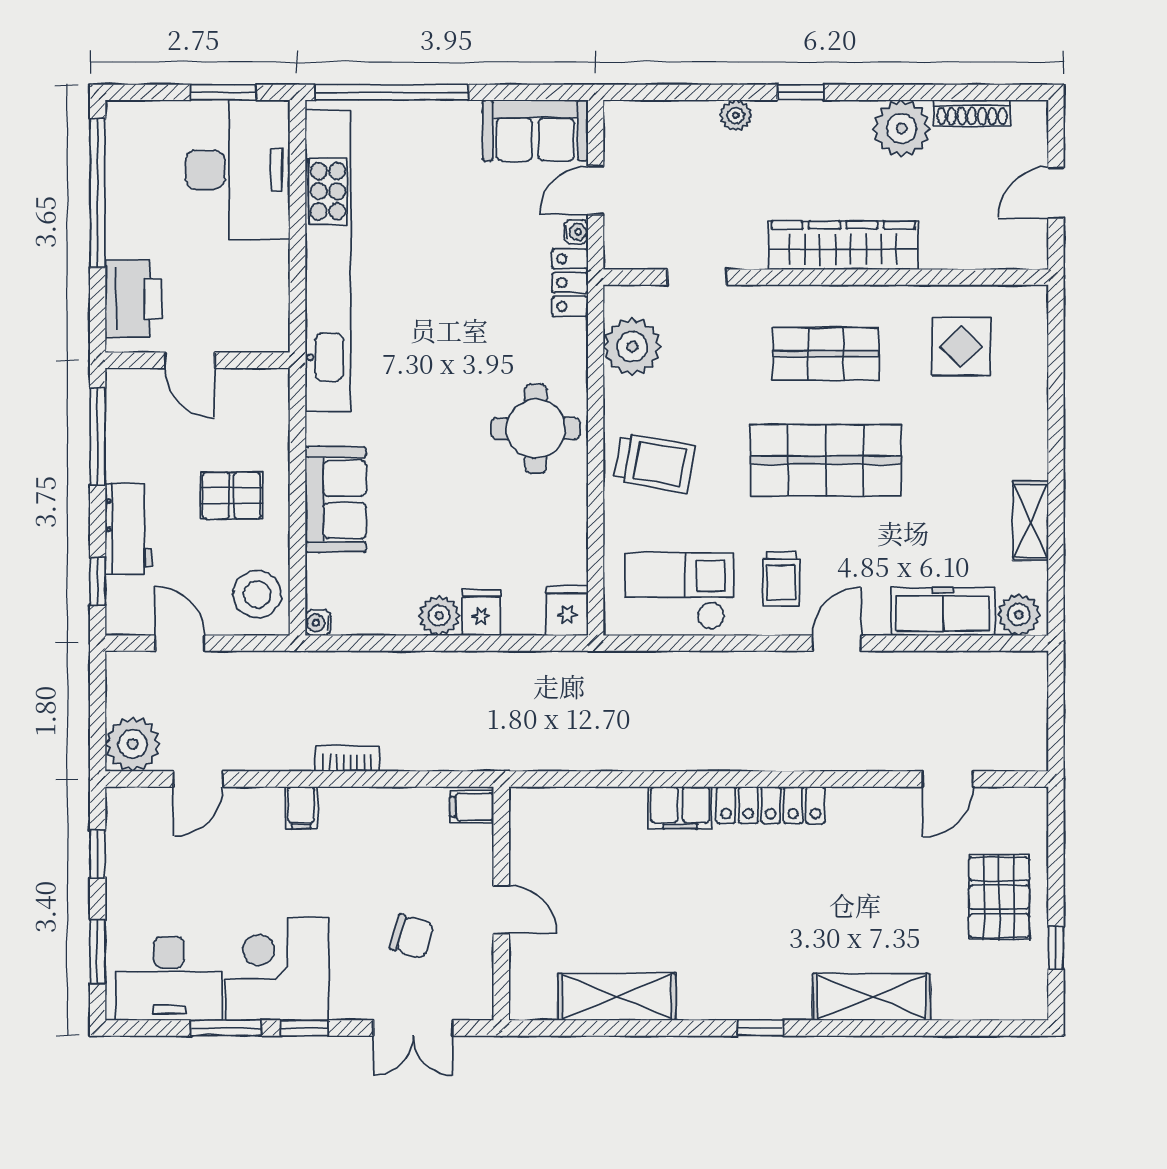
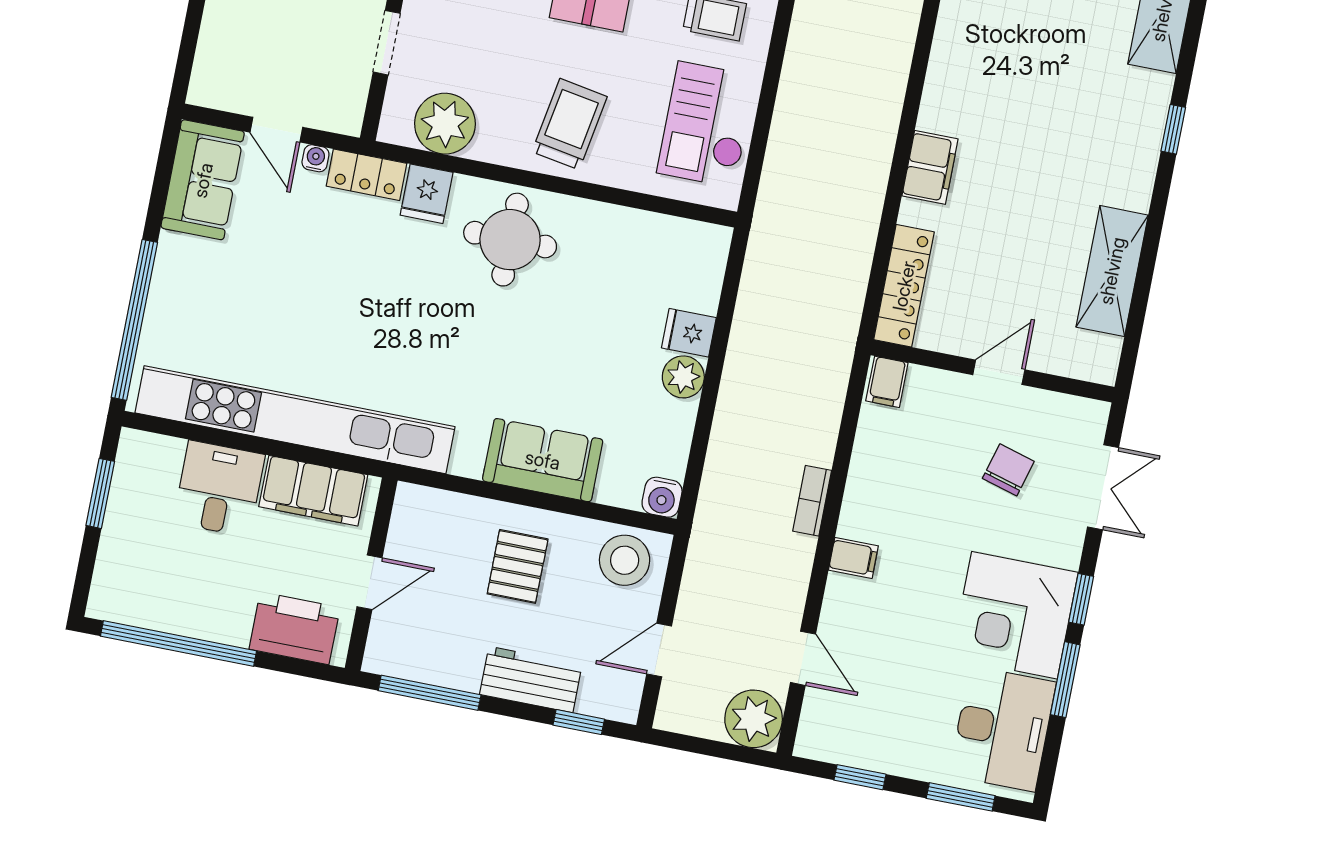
desk: (238, 170) -> (219, 489), width x0.53, depth x0.77
filing cabinet: (265, 291) -> (313, 491), added
fridge: (567, 611) -> (427, 194), moved, turned -90
water cooler: (318, 623) -> (662, 497), width x1.38, depth x1.38
locker: (771, 805) -> (904, 286), moved

